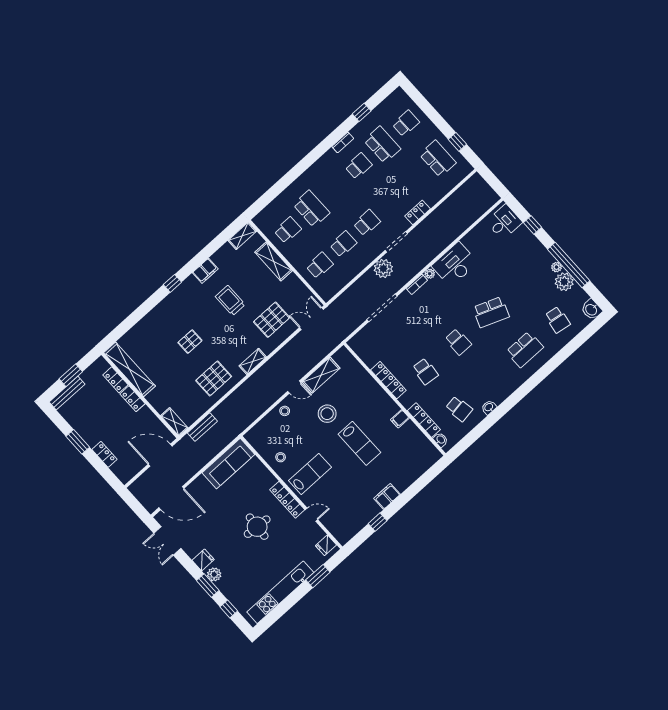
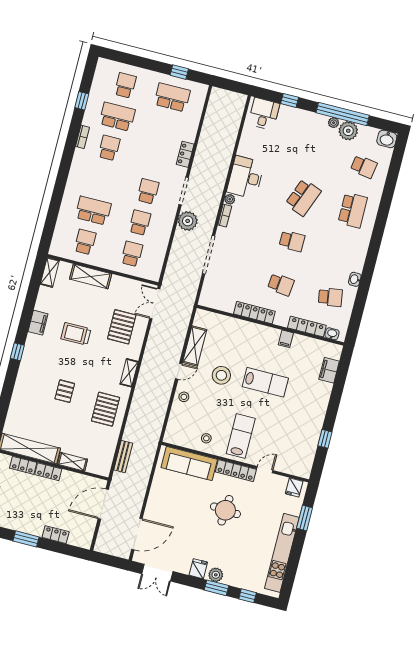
shelving: (174, 422) -> (72, 462), moved
sofa: (228, 464) -> (189, 463), moved, turned 90
filing cabinet: (387, 496) -> (329, 370), moved

